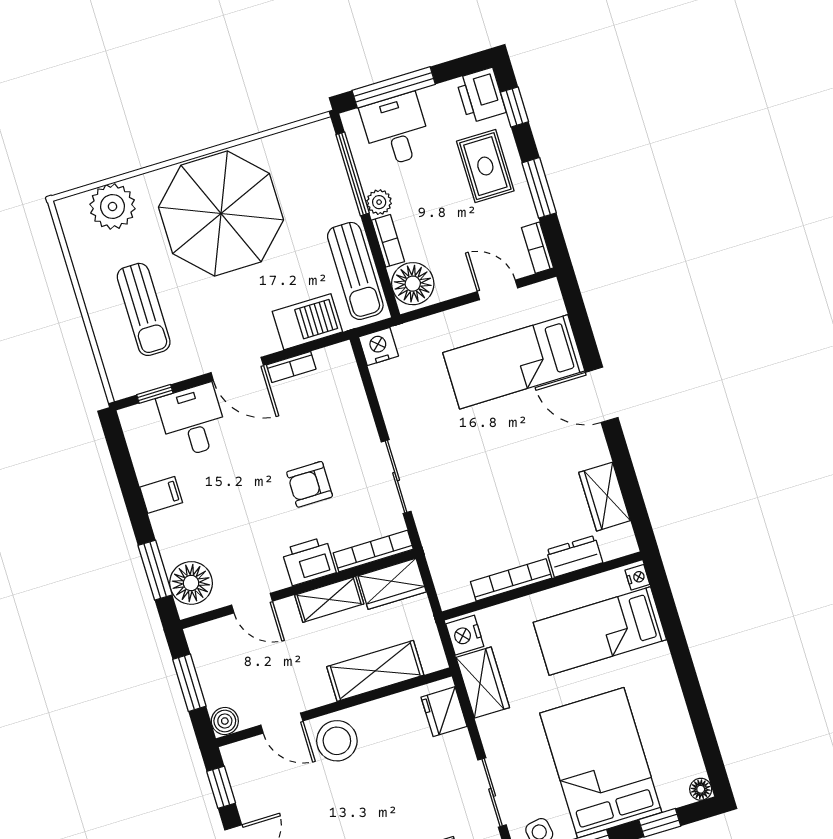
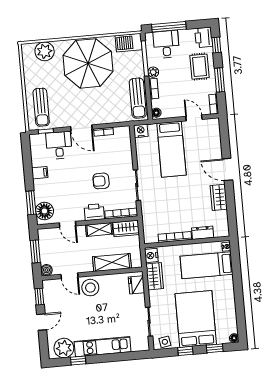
floor lamp: (413, 284) -> (156, 113), width x0.53, depth x0.53
sun lounger: (144, 309) -> (41, 107), moved
barbecue: (307, 322) -> (129, 43), moved, turned 180
bed: (514, 362) -> (171, 149), moved, turned -90
wardrobe: (605, 497) -> (219, 197), moved

